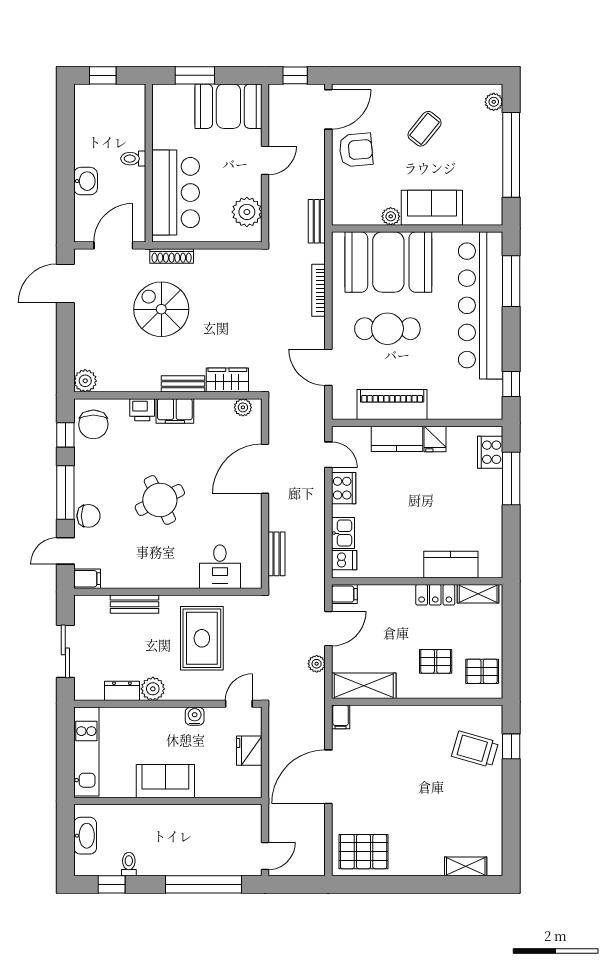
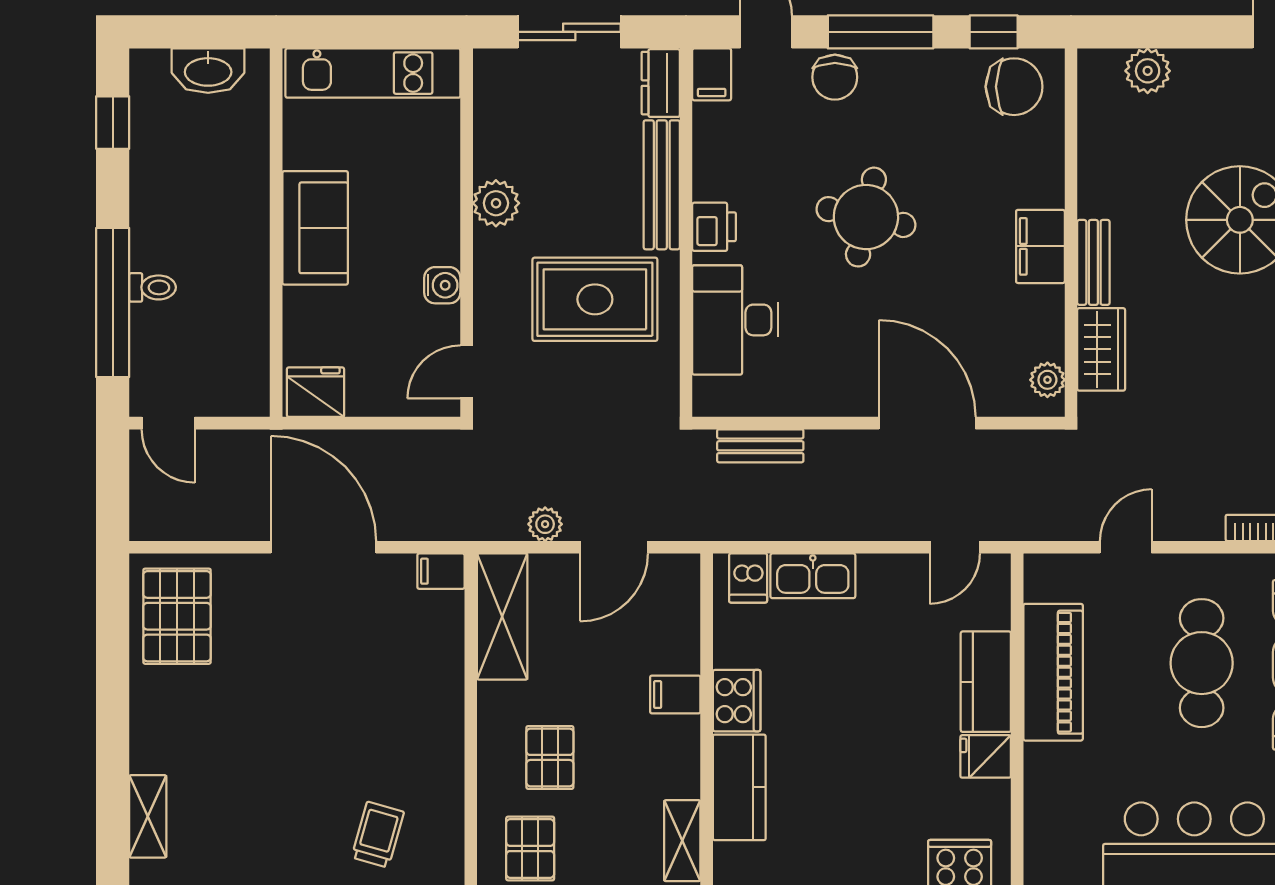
door: (328, 367) -> (1126, 547), width x0.73
plant: (85, 381) -> (1148, 71), moved
printer: (142, 410) -> (714, 227), moved, turned 180
chair: (93, 424) -> (1014, 87), turned 180
cooker: (344, 488) -> (737, 701), moved, turned -90
round table: (160, 500) -> (866, 217), turned 38
kitchen sink: (343, 533) -> (813, 576), width x1.38
desk: (220, 567) -> (735, 320), width x1.37
filing cabinet: (344, 594) -> (675, 694), moved, turned 90
locker: (435, 595) -> (680, 757), removed
bench: (135, 604) -> (662, 185), width x1.36
door: (328, 629) -> (614, 547), hinge flipped
dresser: (122, 691) -> (661, 83), moved, turned 180
door: (239, 704) -> (467, 372), swing flipped
trolley: (475, 749) -> (378, 835), width x0.73, depth x0.72
fridge: (249, 751) -> (315, 392), moved
toilet: (129, 864) -> (152, 287), moved

